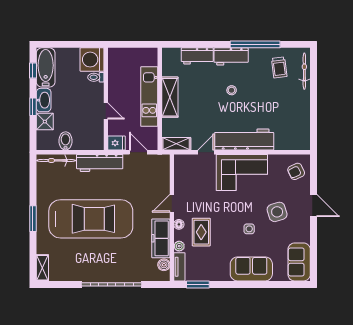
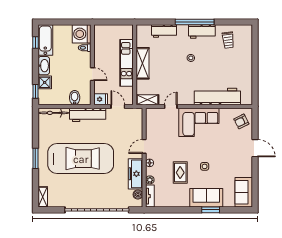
window: (255, 44) -> (195, 22), moved
workbench: (231, 56) -> (202, 31), moved
bicycle: (304, 71) -> (248, 43), removed
window: (33, 107) -> (35, 91), moved
workbench: (244, 140) -> (217, 96), moved
bidet: (66, 141) -> (75, 98), moved
side table: (277, 212) -> (226, 153), removed
rug: (201, 232) -> (180, 173), moved
garage door: (112, 284) -> (97, 210), width x1.36
window: (198, 284) -> (211, 210), moved

